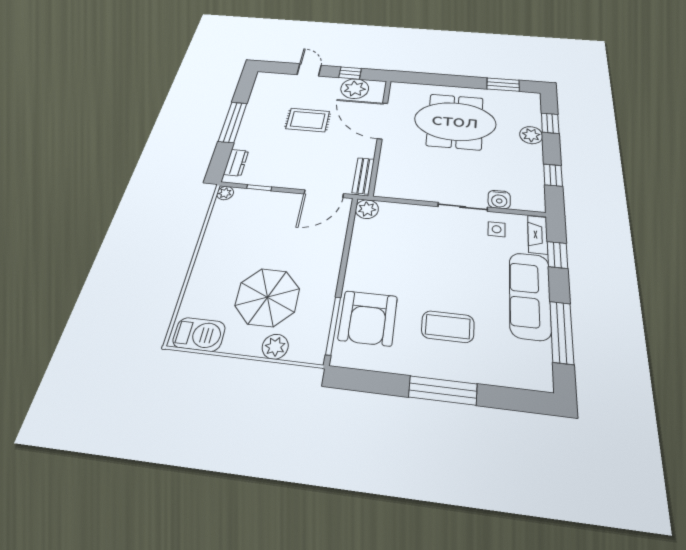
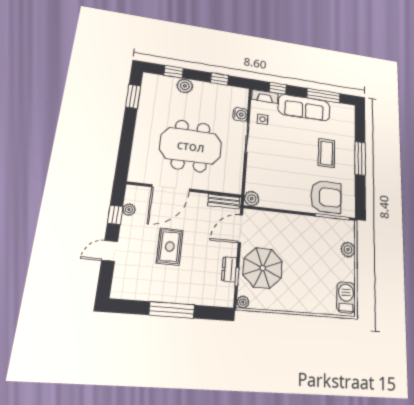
plant: (355, 89) -> (129, 210), width x0.53, depth x0.53
meeting table: (455, 121) -> (191, 146), moved, turned 90
dresser: (236, 163) -> (229, 269), moved, turned -90
door: (324, 194) -> (240, 229), swing flipped
parasol: (267, 297) -> (263, 268), moved

